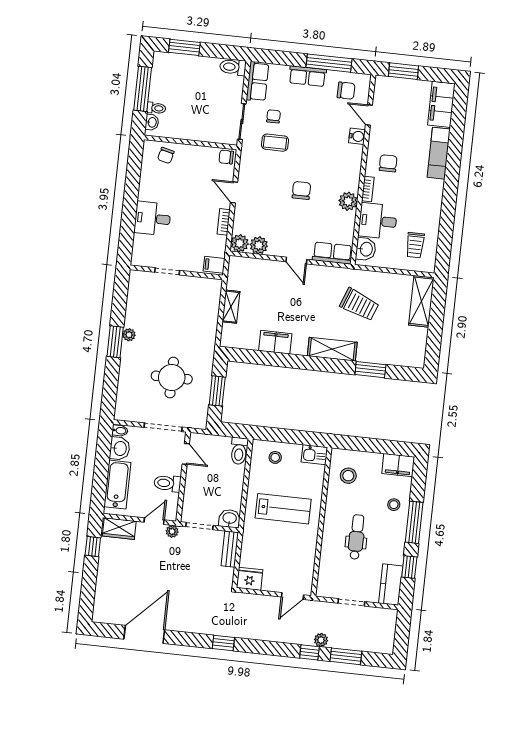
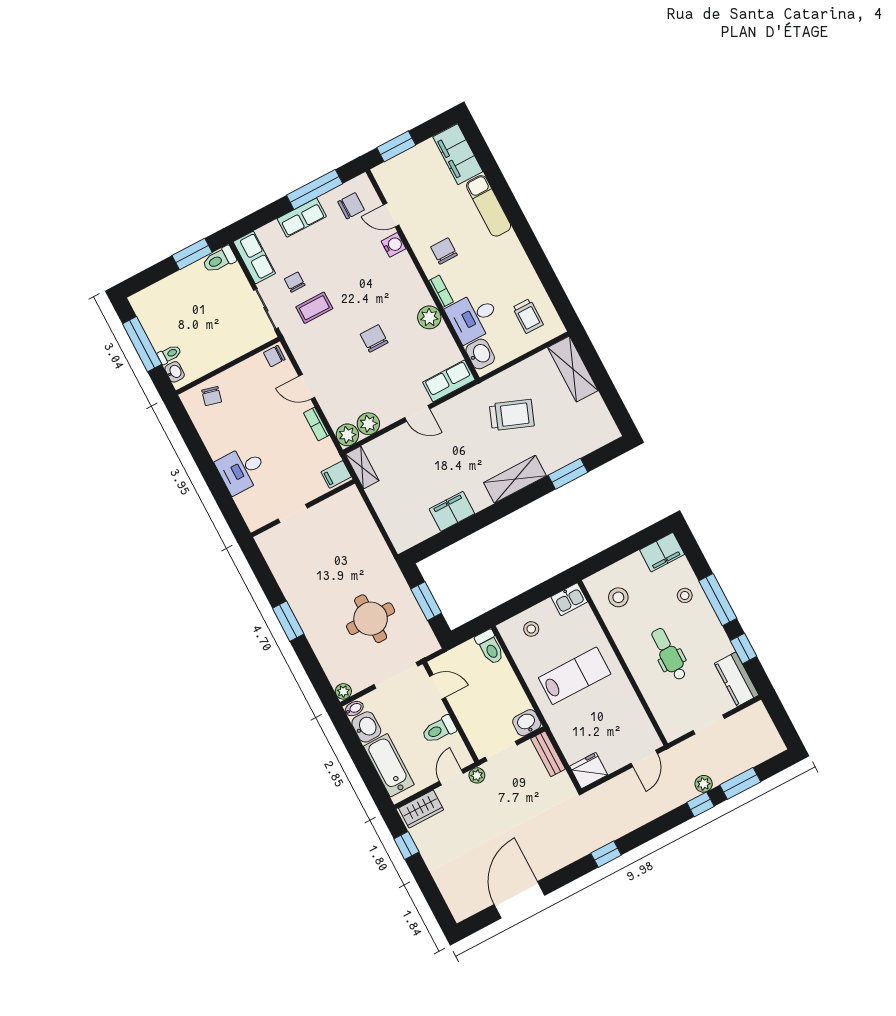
window: (184, 47) -> (192, 254), moved
shelving: (231, 307) -> (362, 467), moved
plant: (129, 335) -> (343, 691), moved

